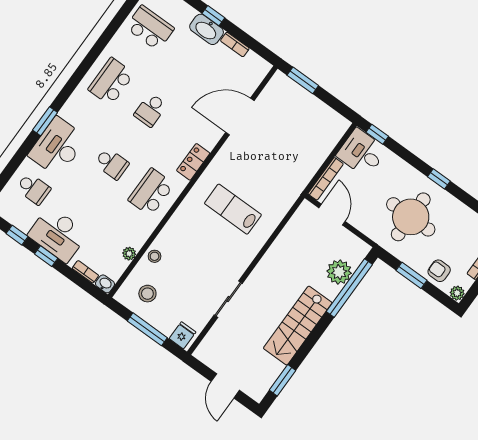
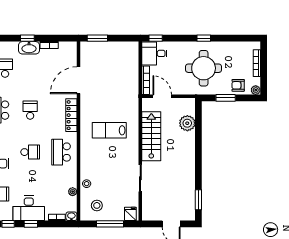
school desk: (150, 110) -> (30, 110), turned 180
locker: (193, 162) -> (71, 115), width x1.53
window: (349, 288) -> (198, 128), removed
stairs: (298, 326) -> (151, 136), moved, turned 180

